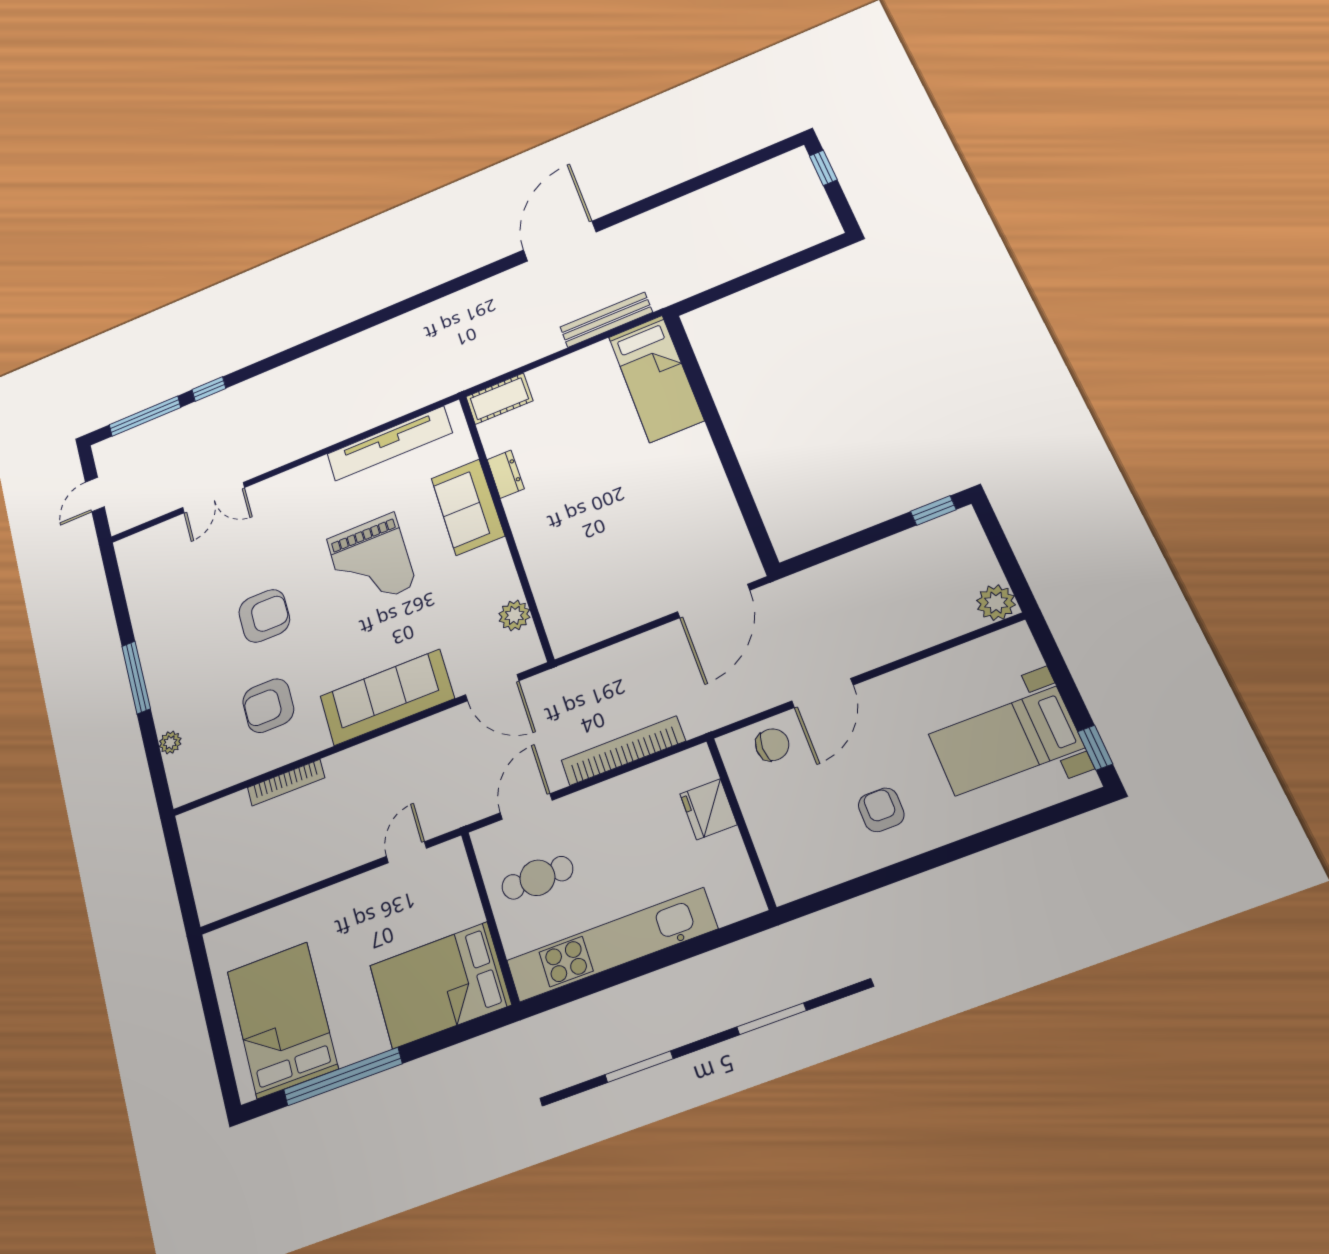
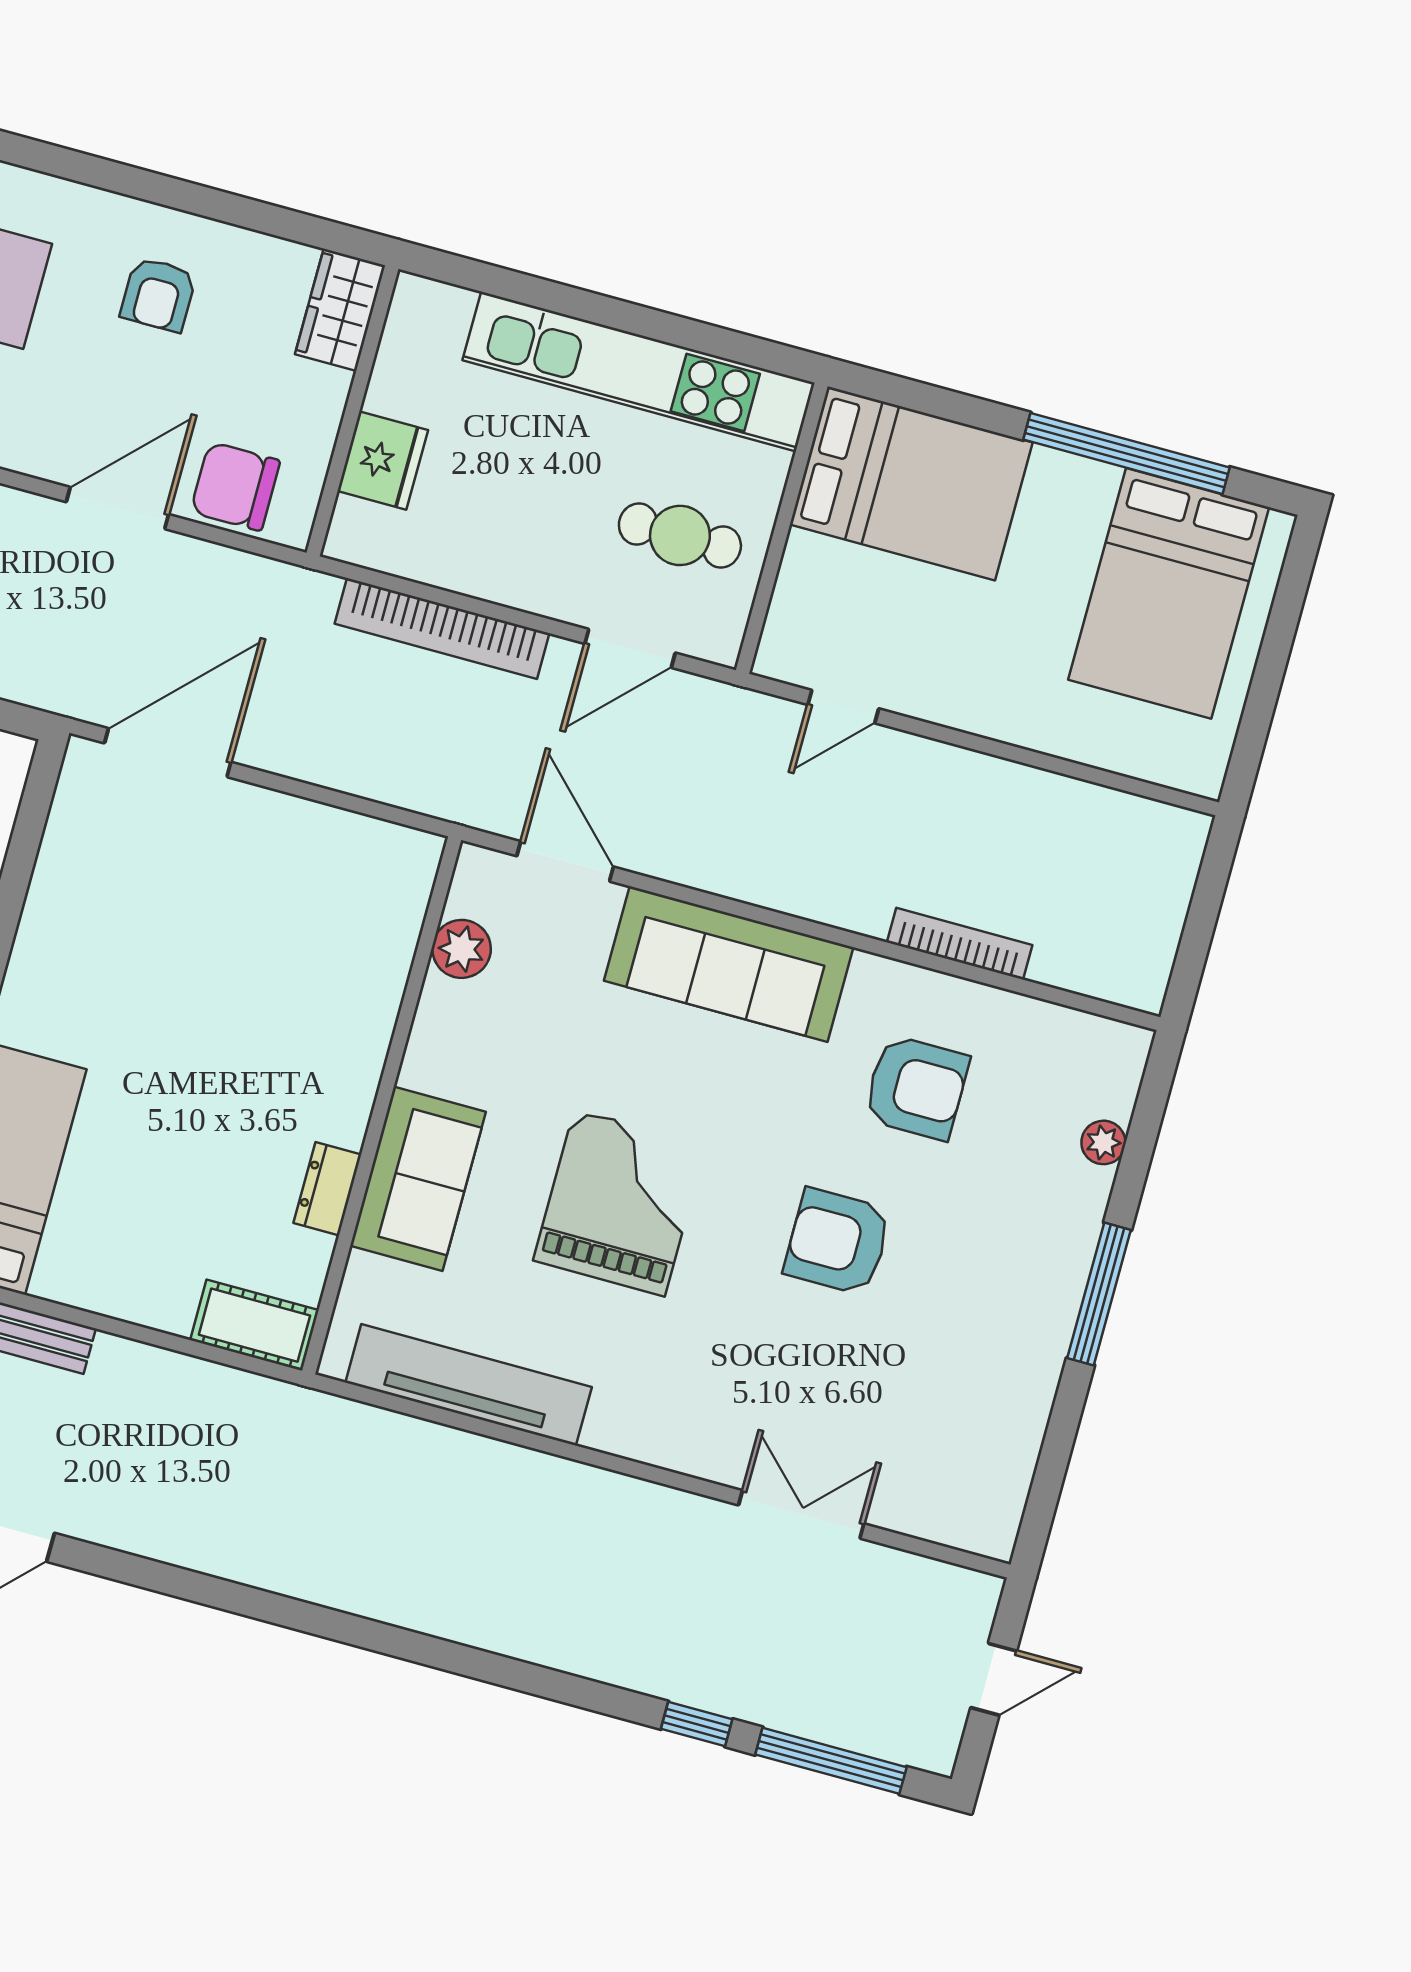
chair: (772, 745) -> (235, 486), width x1.37, depth x1.37
wardrobe: (783, 868) -> (340, 310), added

